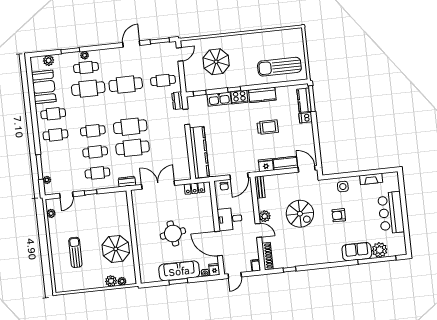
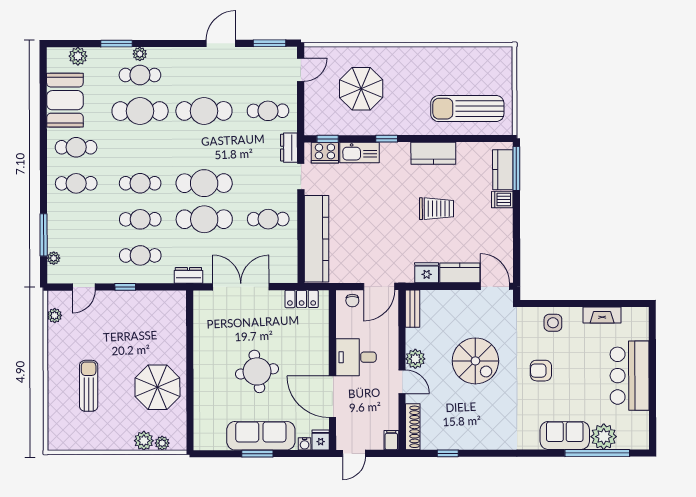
cooker: (239, 97) -> (325, 153), moved
cafe table: (170, 144) -> (268, 219), added

